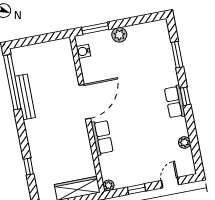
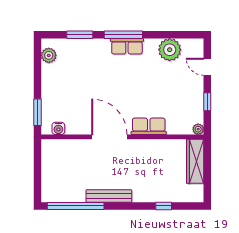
plant: (119, 35) -> (49, 55), moved
window: (185, 96) -> (123, 35), width x2.17
bench: (25, 97) -> (109, 196), moved
plant: (184, 142) -> (170, 50), width x1.88, depth x1.88

